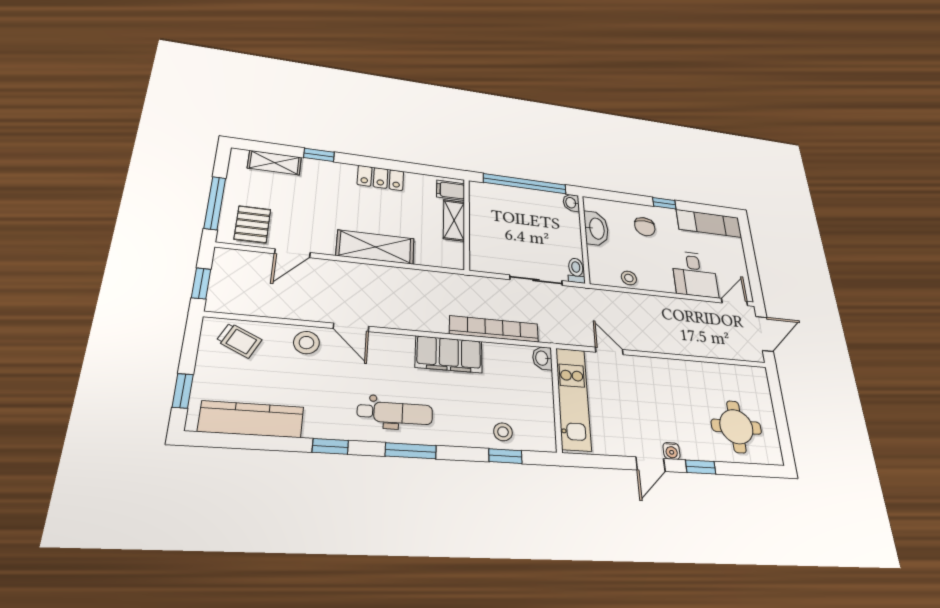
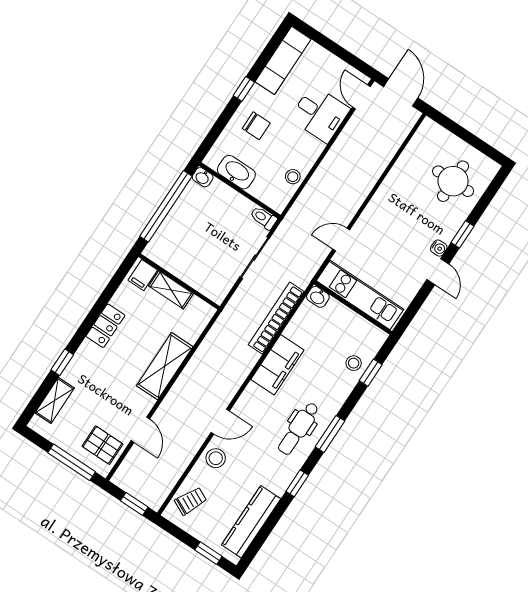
dental chair: (395, 413) -> (298, 428), turned 180

